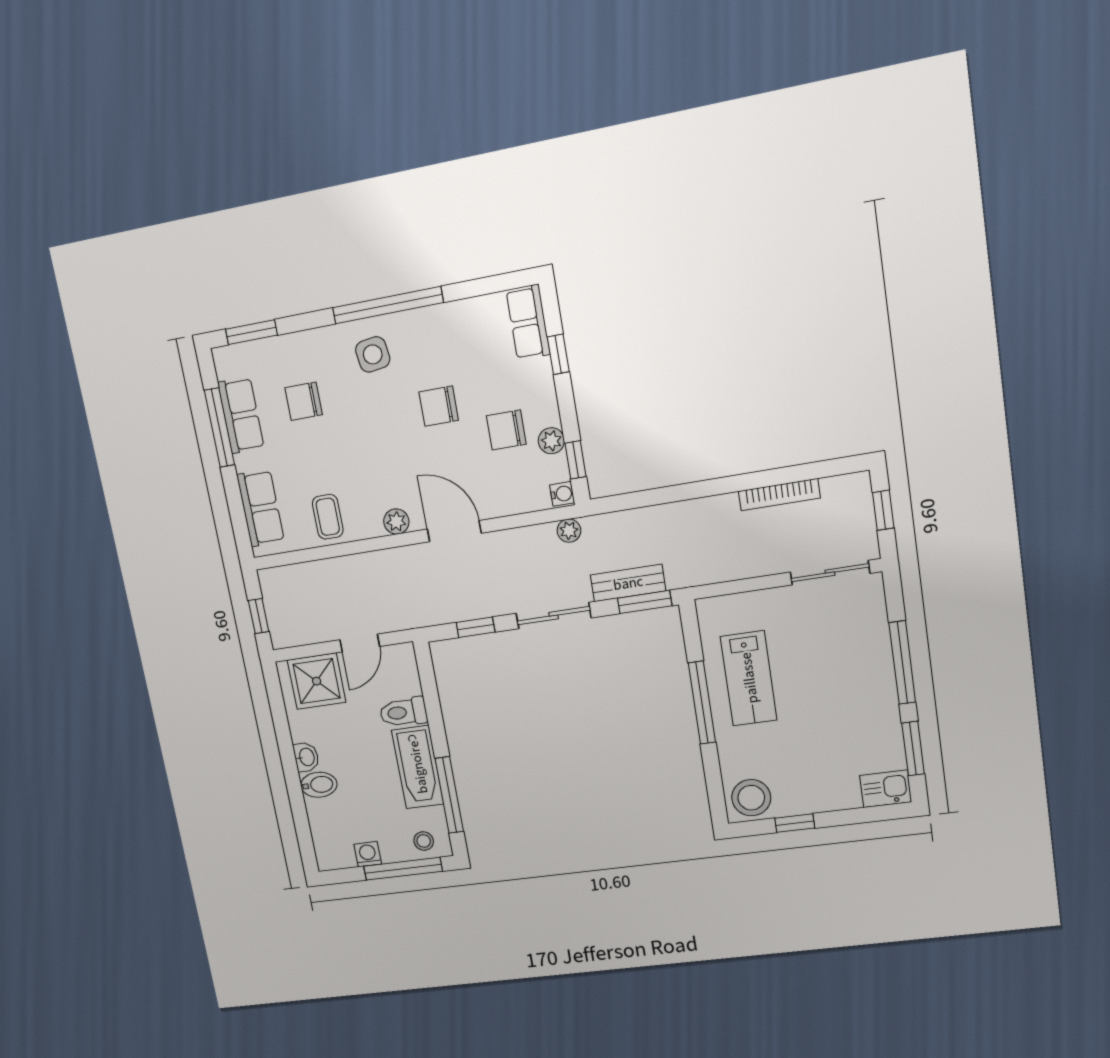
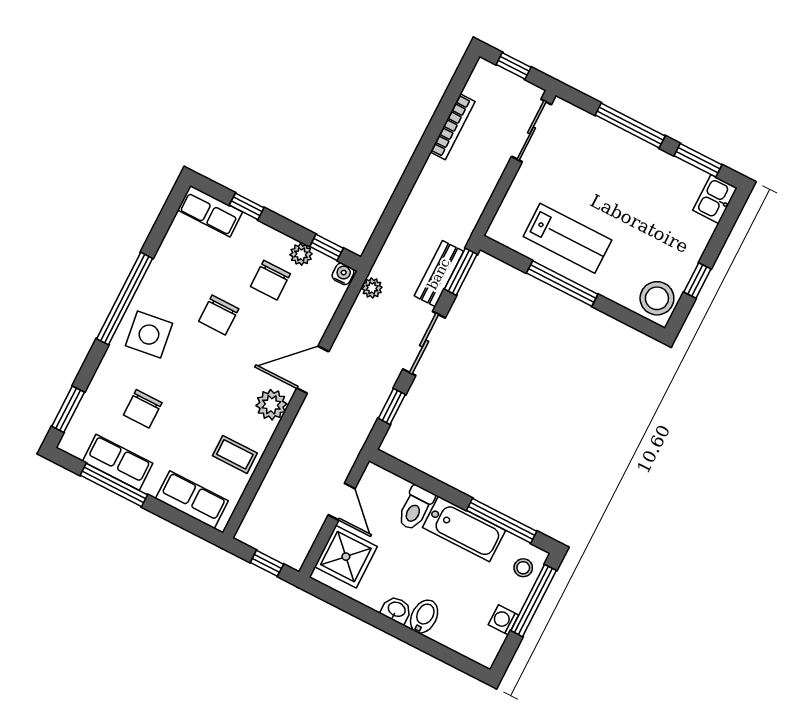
side table: (373, 354) -> (149, 335), width x1.37, depth x1.37
plant: (396, 522) -> (271, 405), width x1.38, depth x1.38

